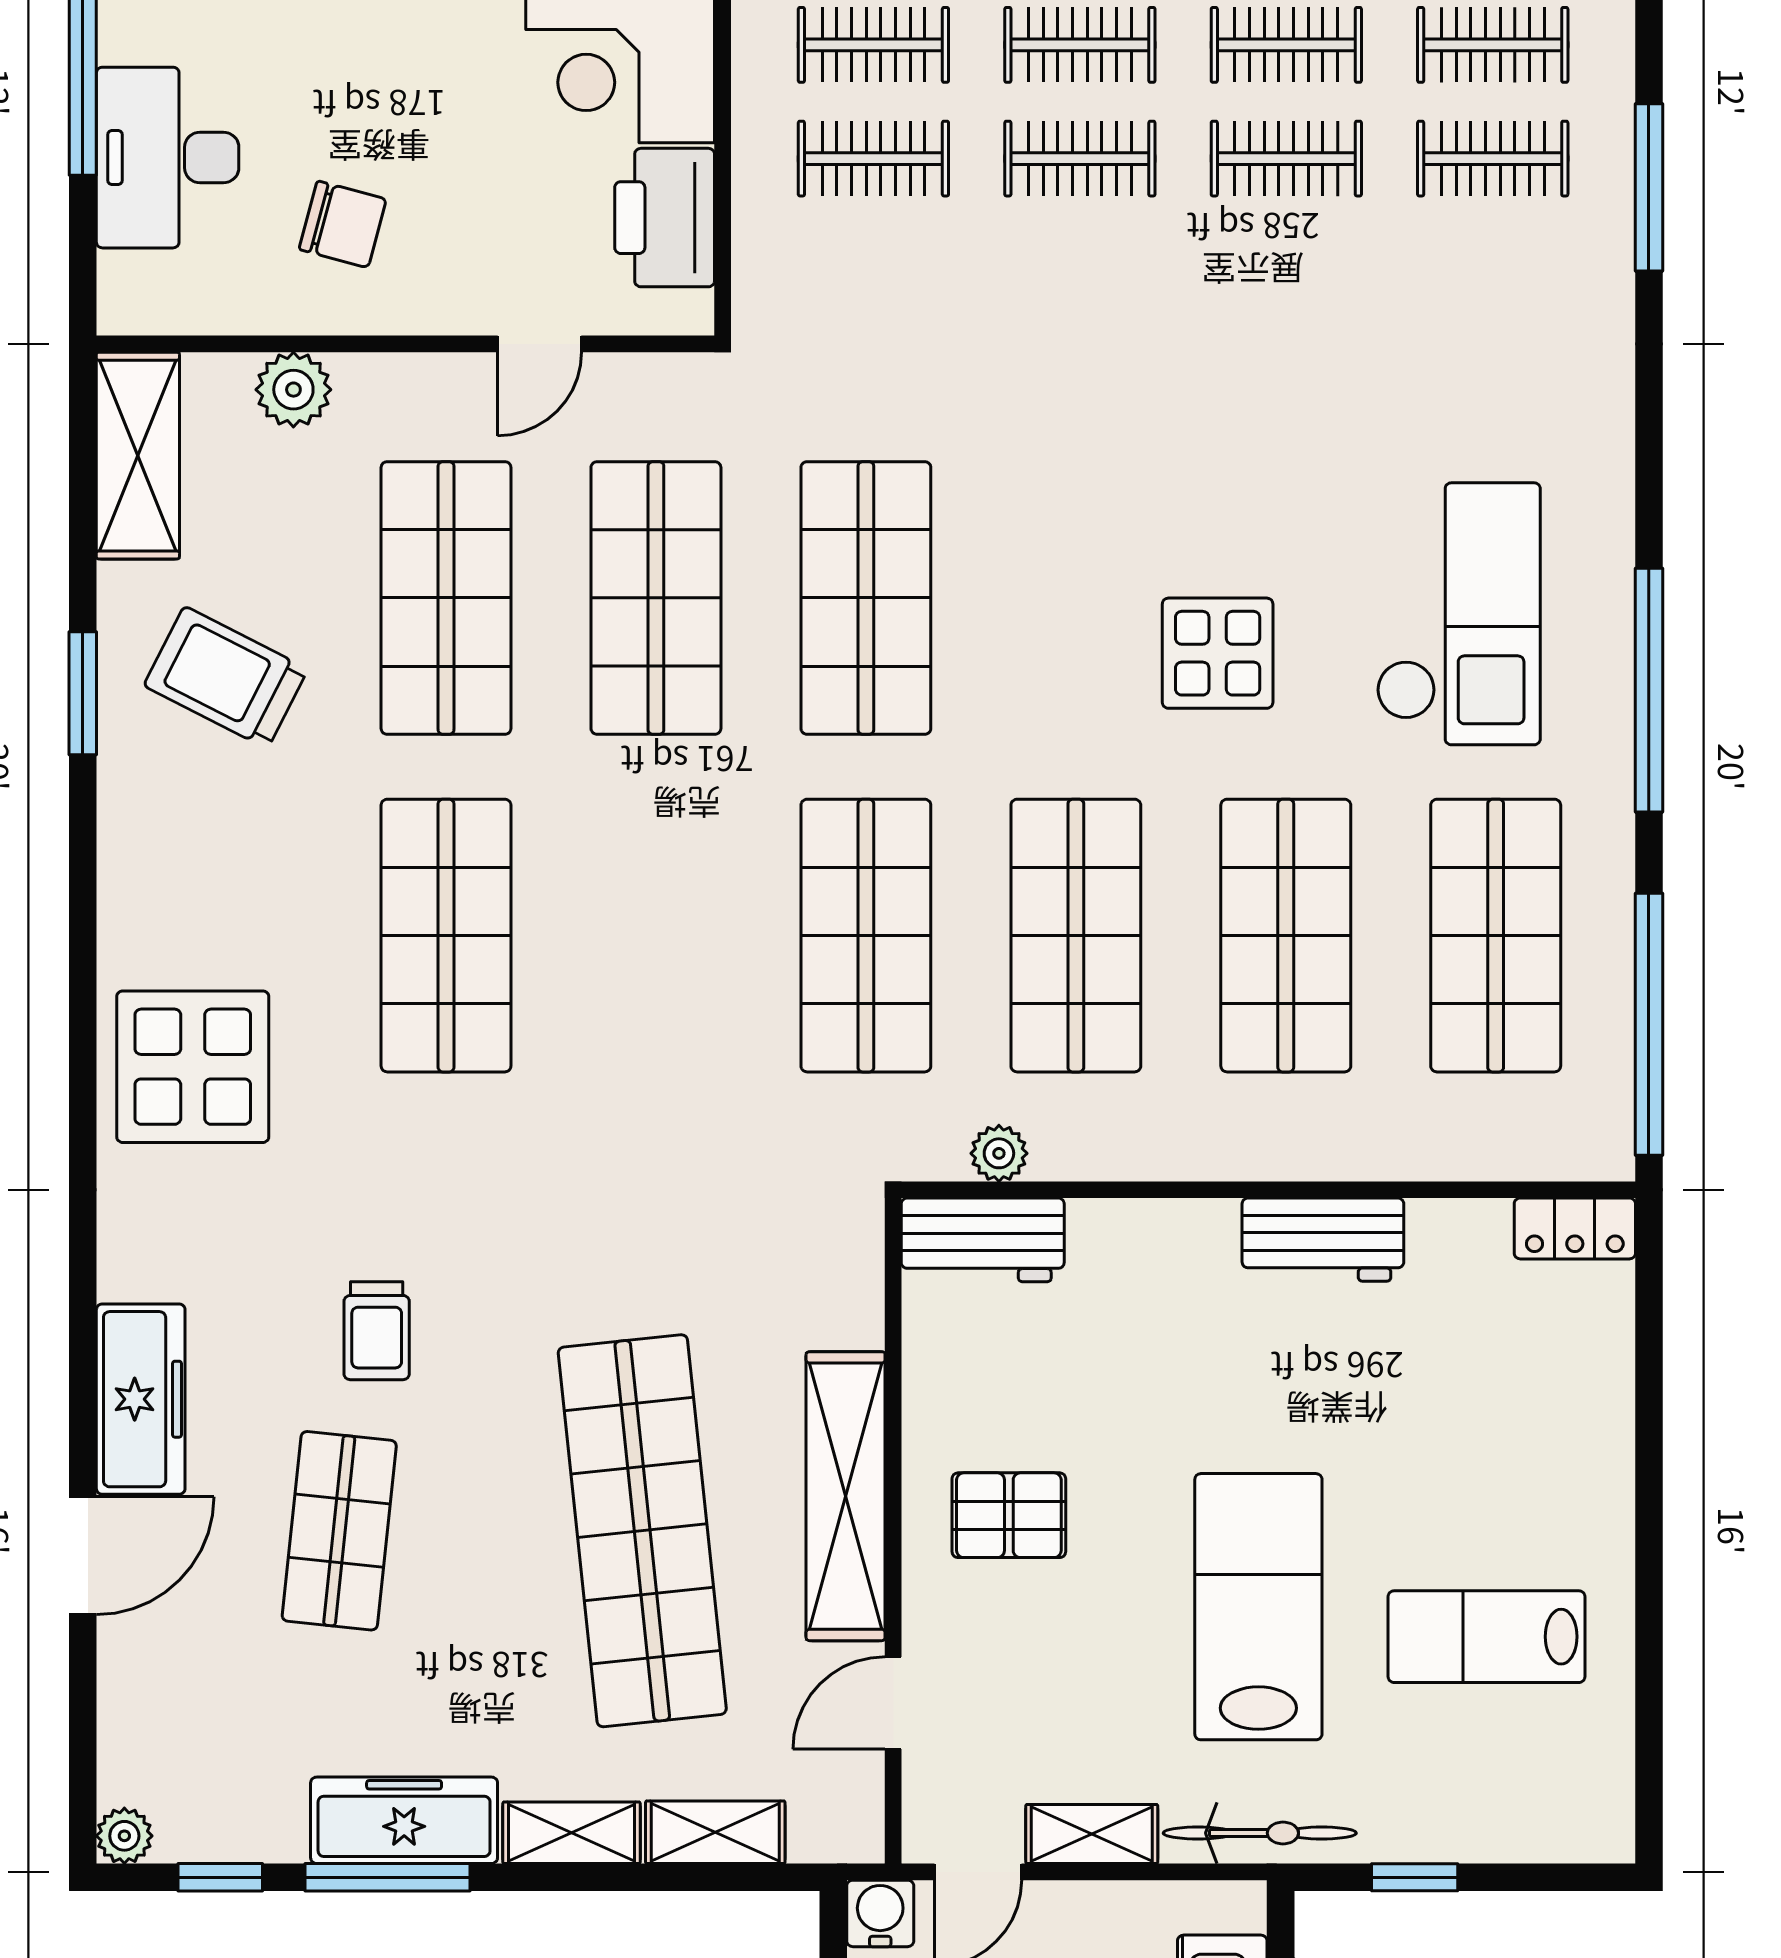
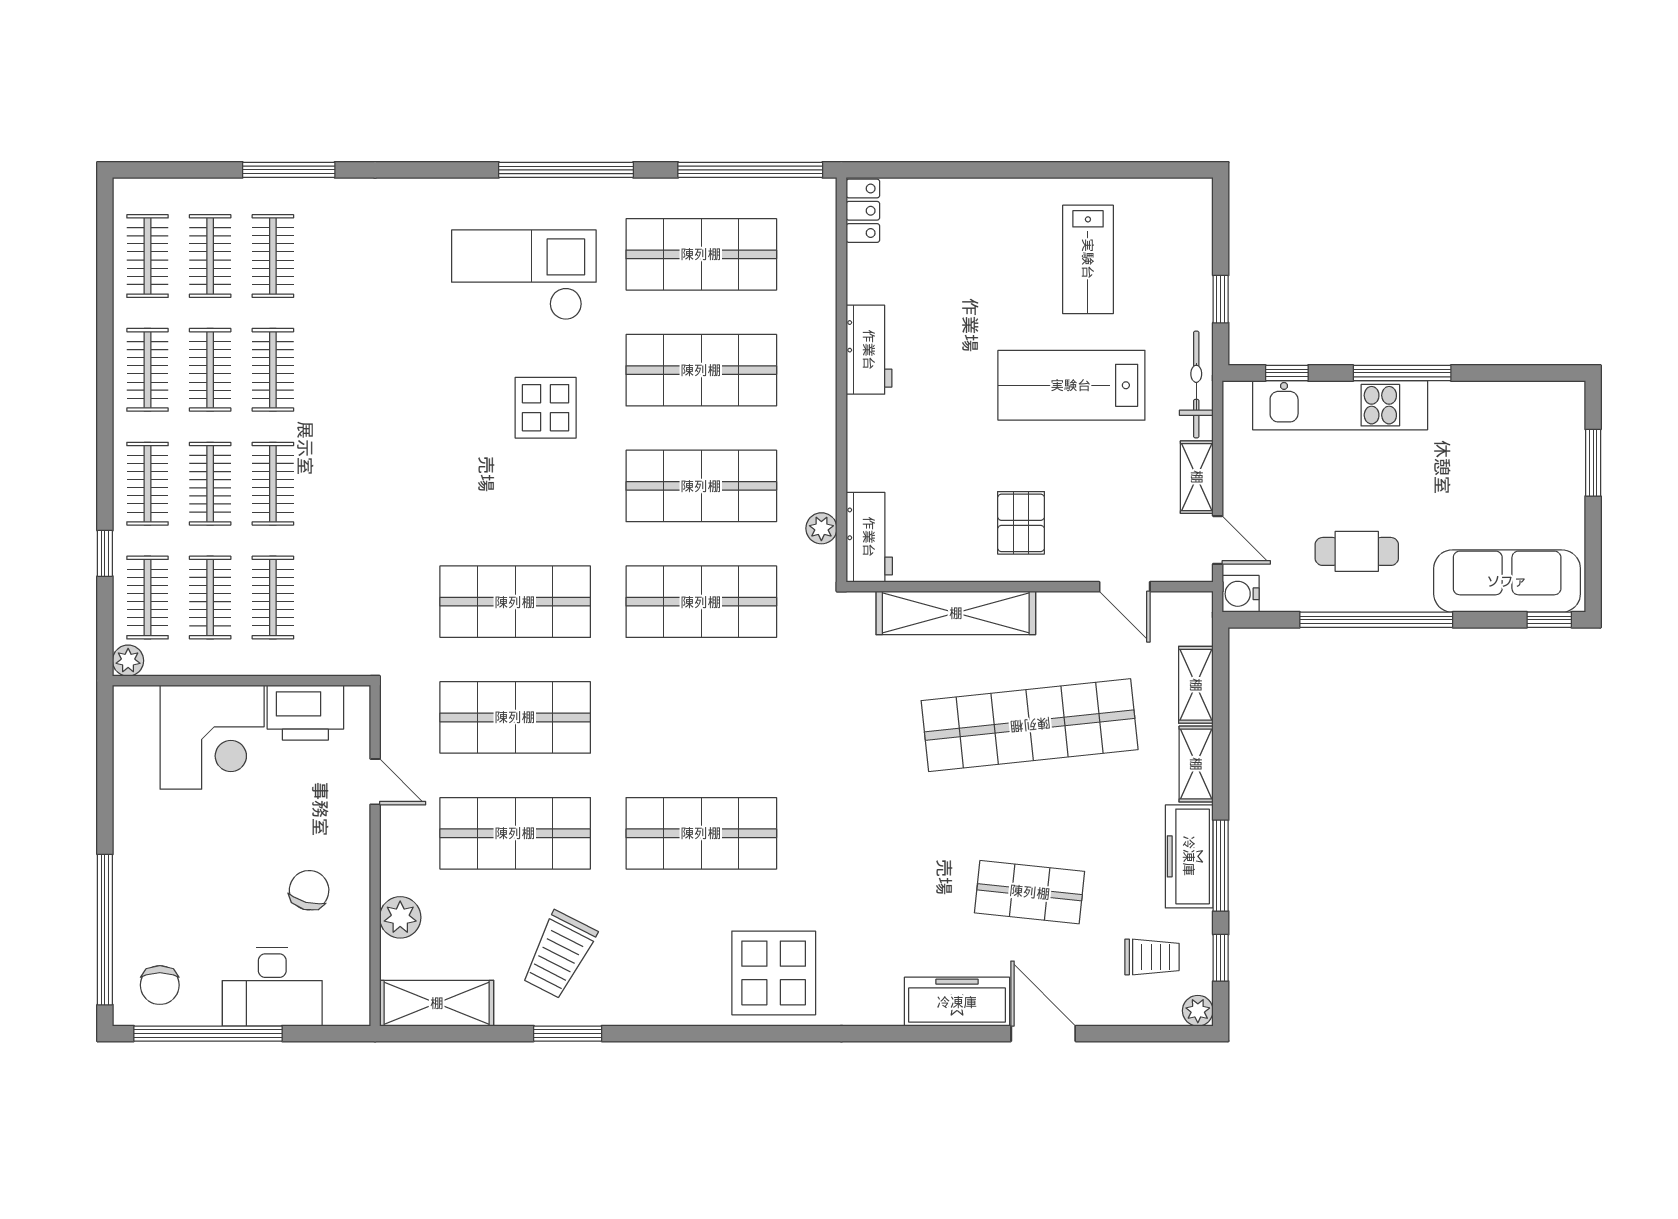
trolley: (377, 1331) -> (1152, 957), moved
shelving: (846, 1496) -> (956, 613), moved

